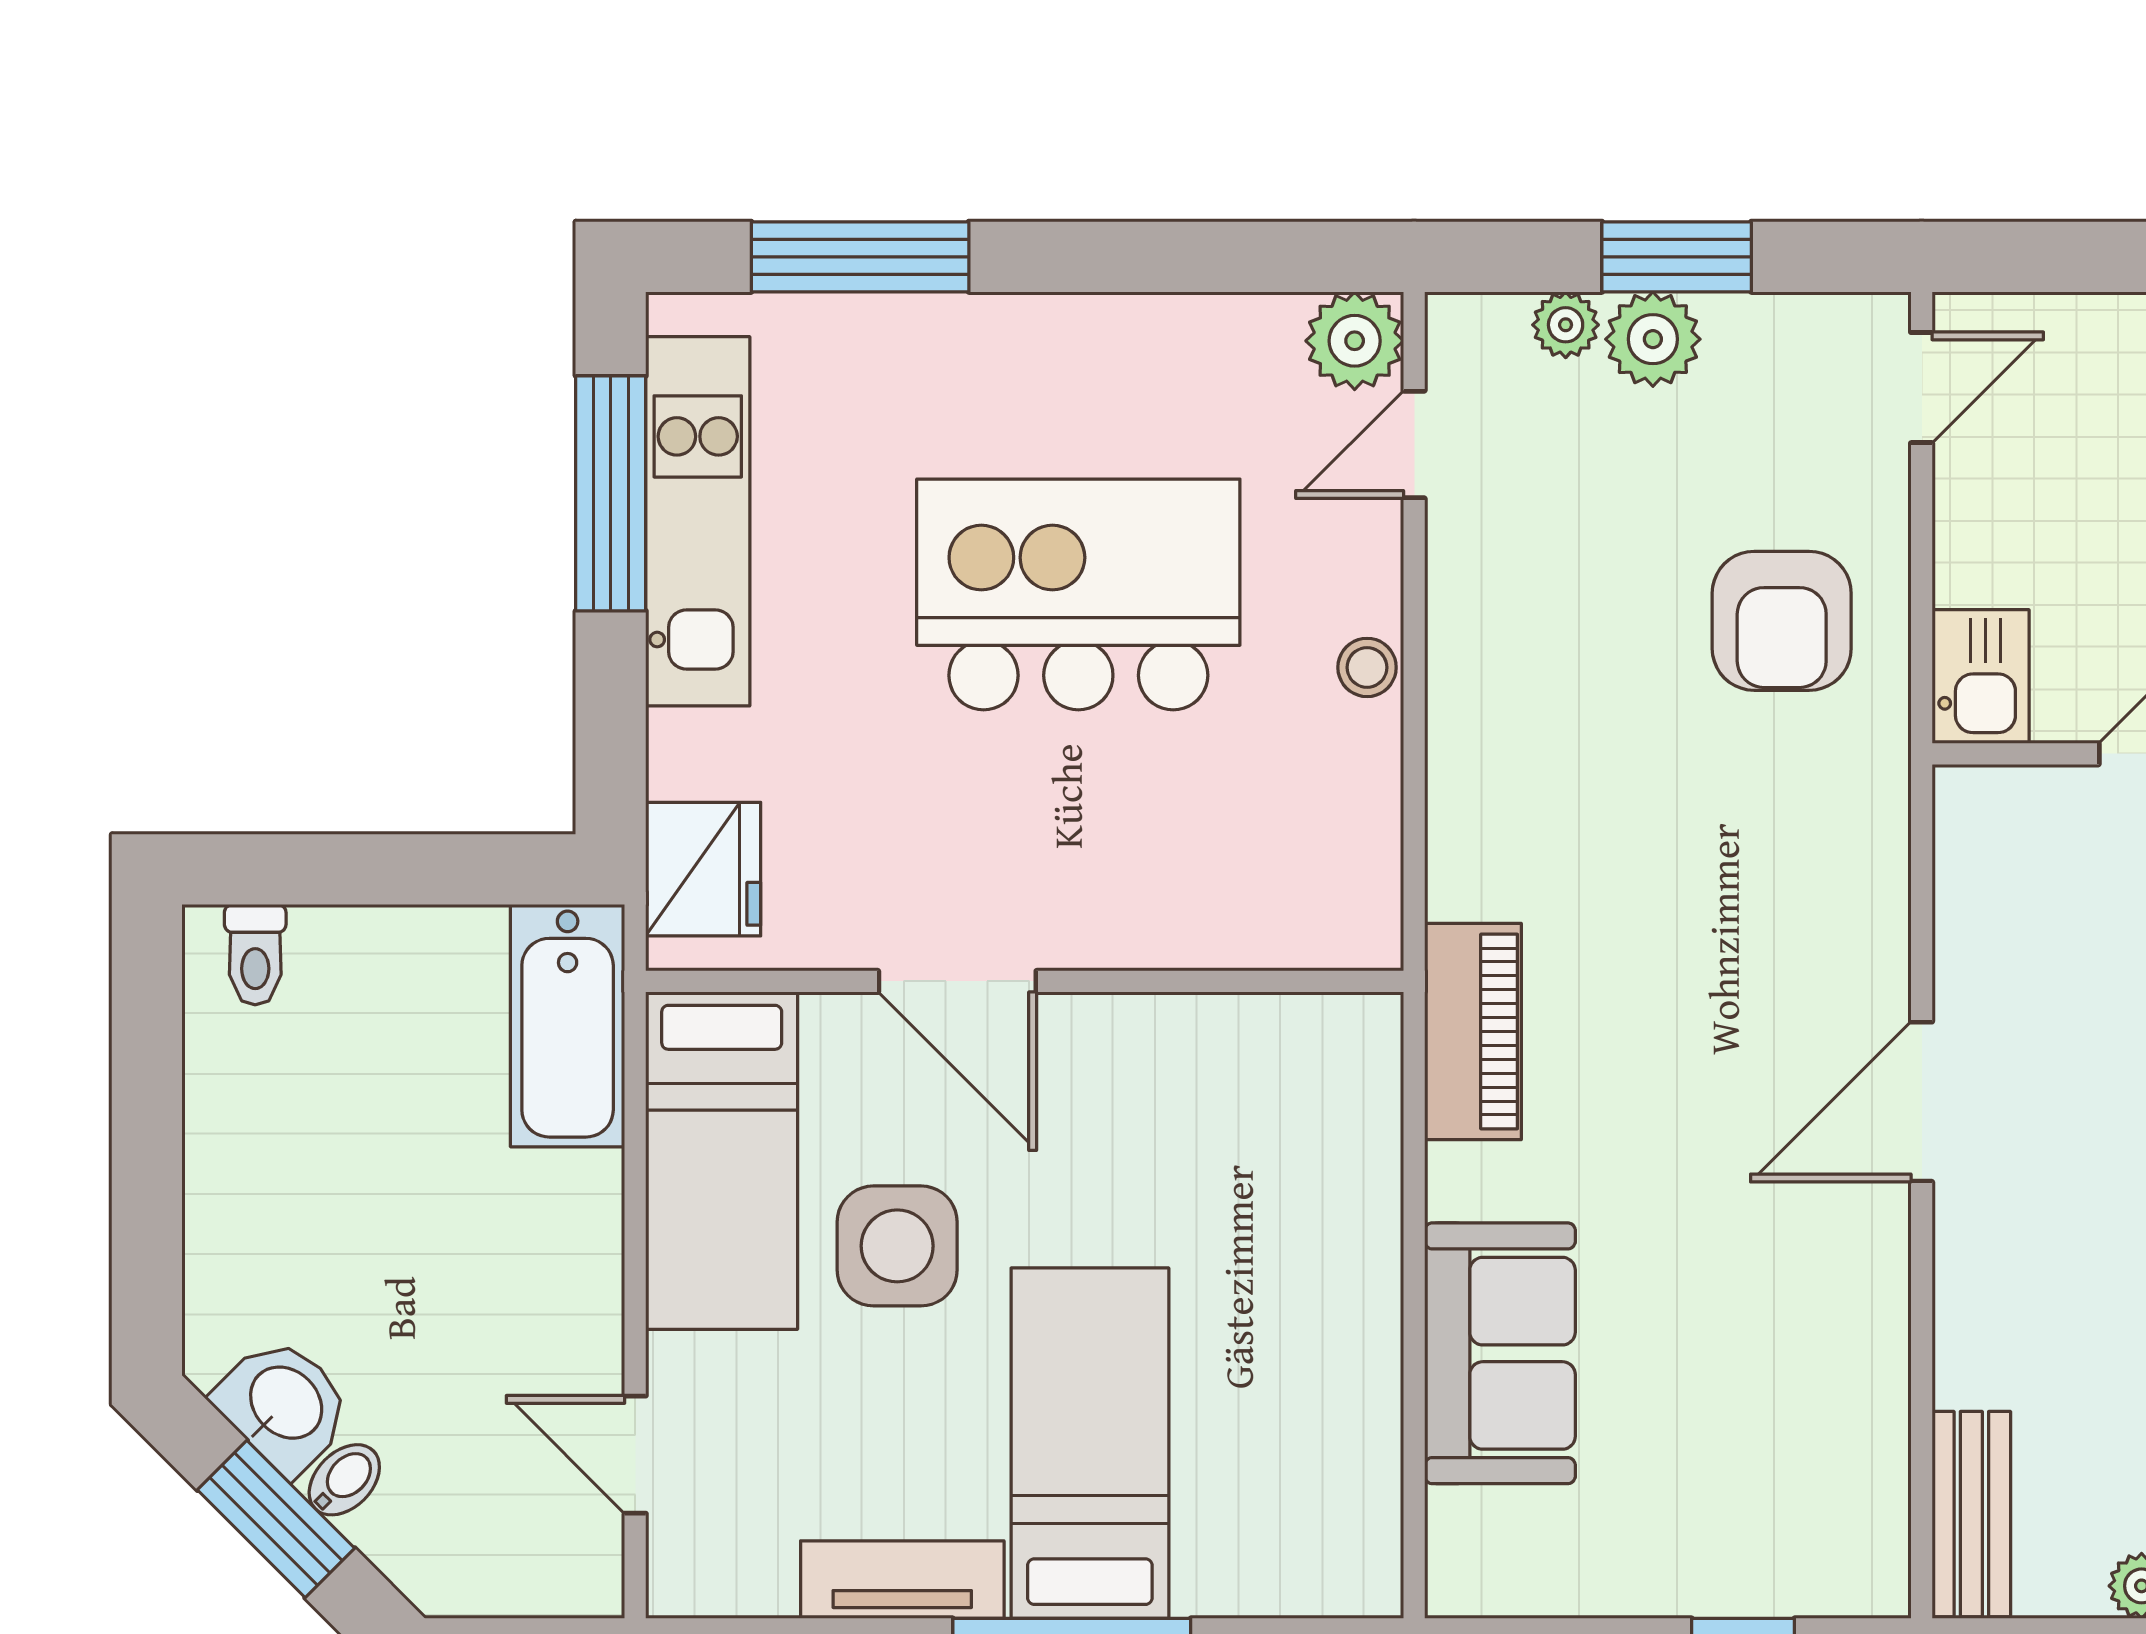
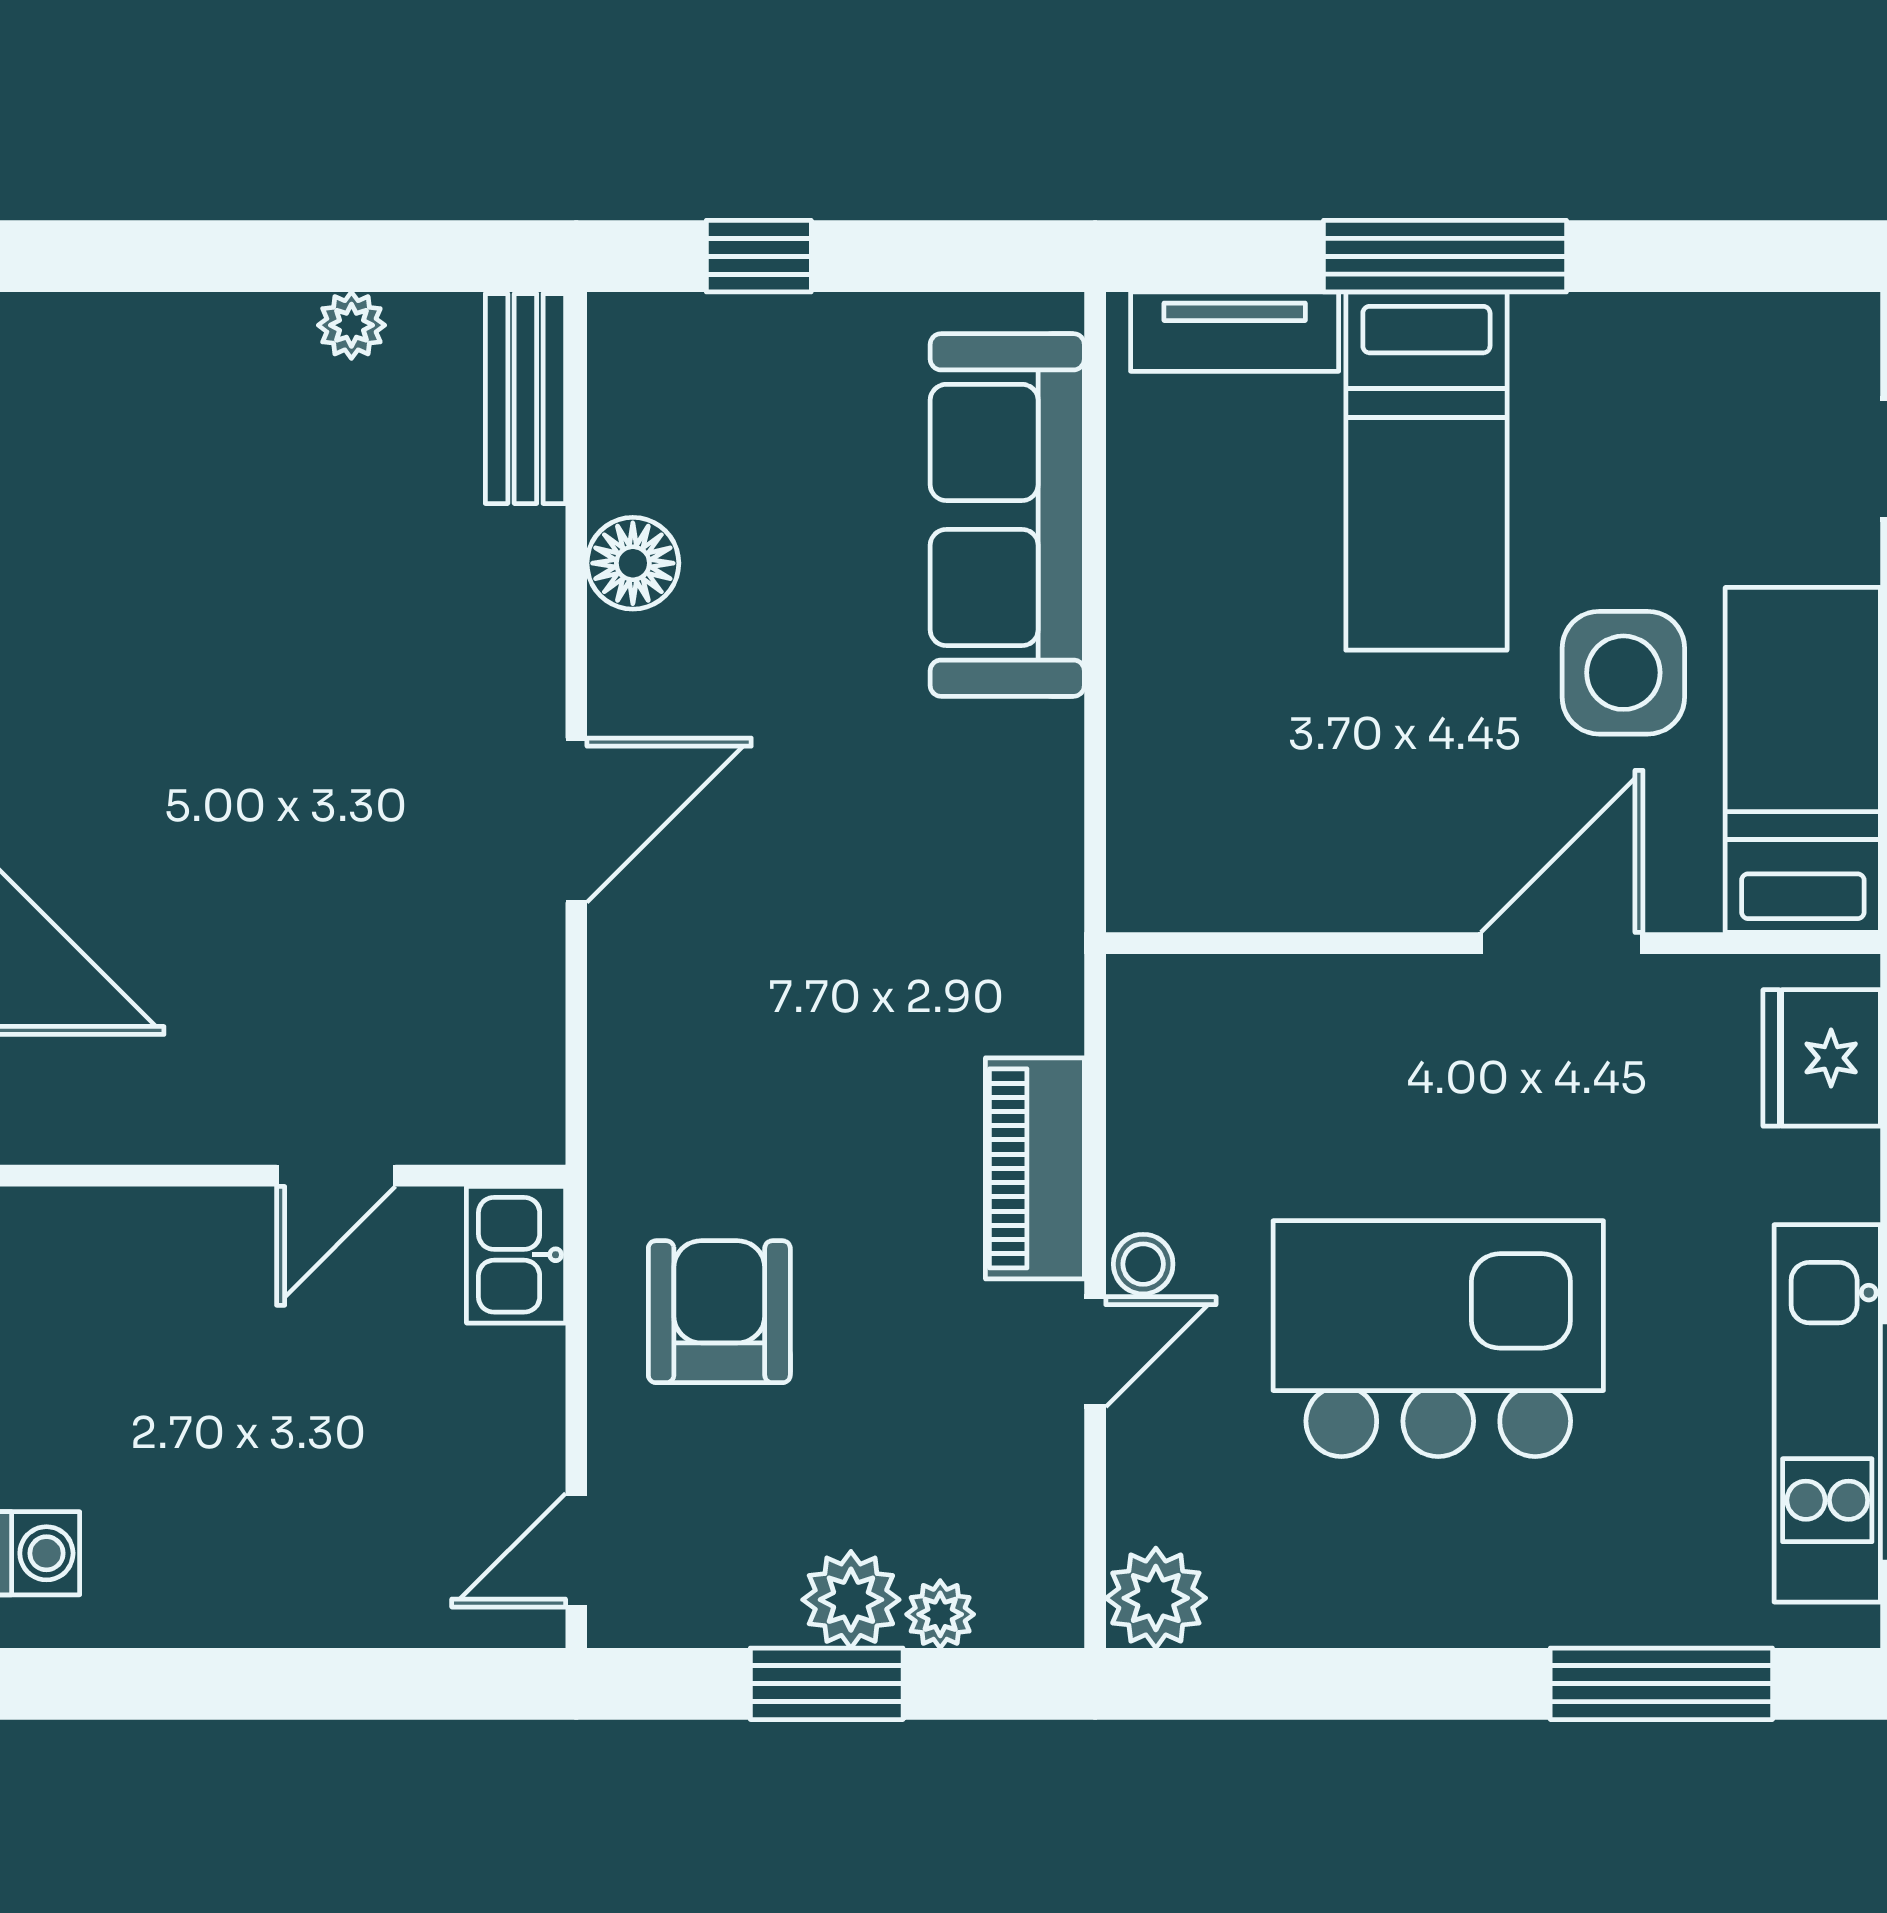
door: (1414, 445) -> (1095, 1352), moved
kitchen island: (1078, 594) -> (1438, 1339), turned 180
door: (957, 981) -> (1562, 943), hinge flipped
piano: (1473, 1032) -> (1035, 1168), moved
sofa: (1500, 1353) -> (1007, 515), width x1.36
floor lamp: (1866, 1353) -> (633, 563), added
tv unit: (902, 1580) -> (1235, 332), moved

